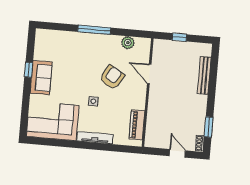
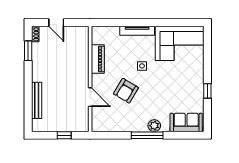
plant: (128, 43) -> (154, 126), moved
sofa: (41, 78) -> (186, 122), moved, turned 90
piano: (137, 125) -> (98, 59), moved

